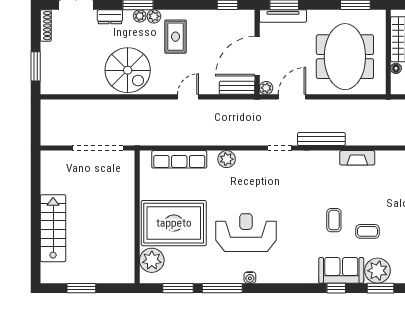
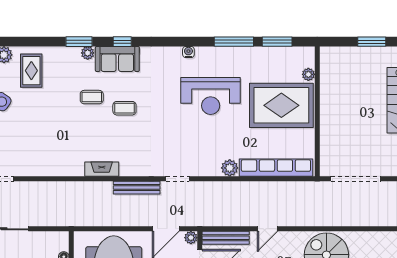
bench: (237, 88) -> (226, 238), width x1.36
row of seats: (179, 159) -> (276, 168), width x1.36
coffee table: (334, 220) -> (124, 108), turned 90
plant: (152, 260) -> (308, 74), width x0.53, depth x0.53
plant: (378, 271) -> (88, 53), width x0.53, depth x0.53
water cooler: (250, 277) -> (188, 52), moved

